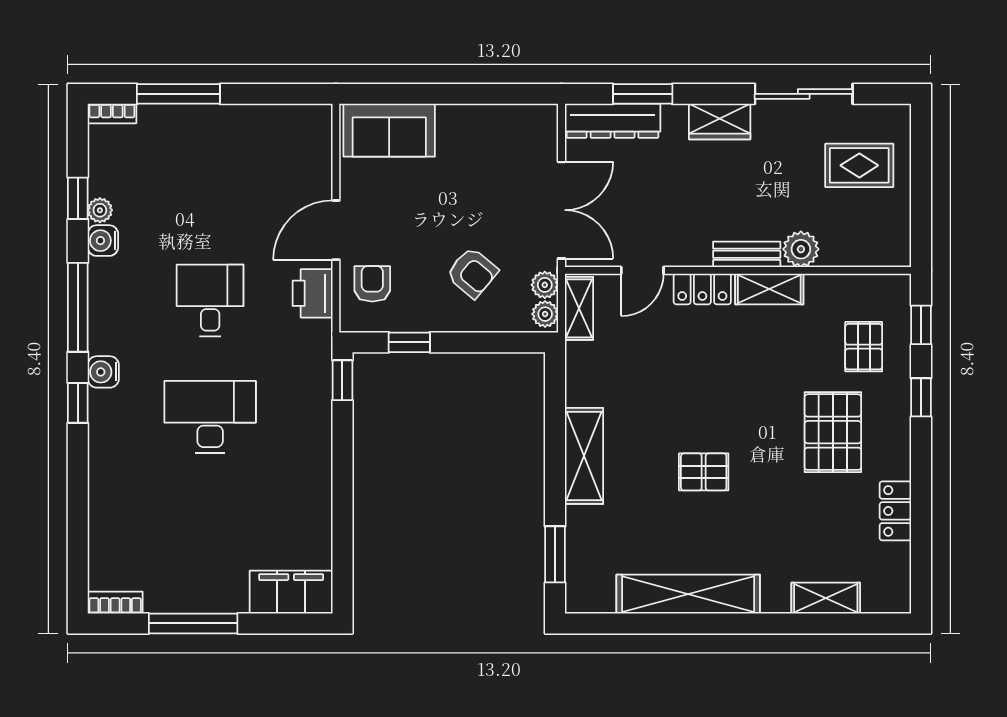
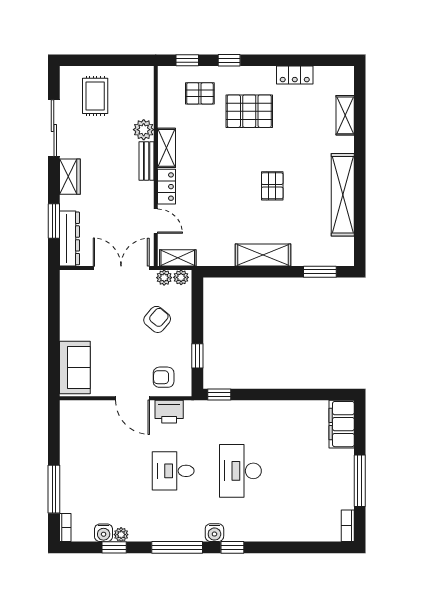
water cooler: (103, 241) -> (104, 533), moved

